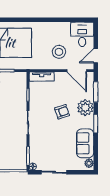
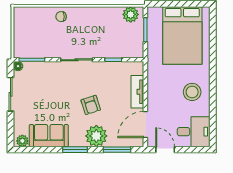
stool: (59, 52) -> (192, 92), moved
tv unit: (42, 77) -> (137, 92), moved

